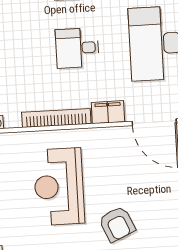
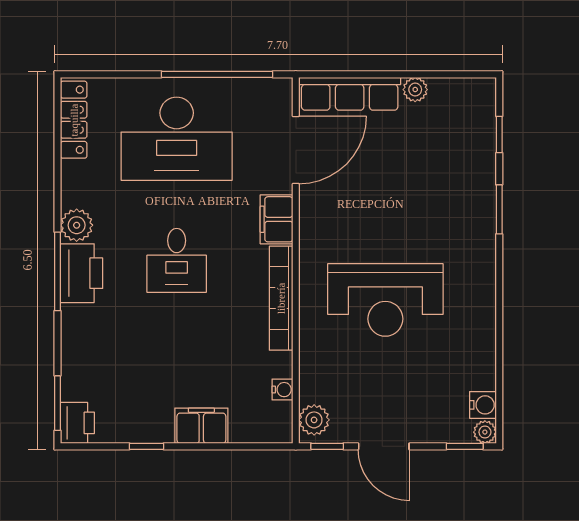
armchair: (117, 224) -> (447, 215), removed

